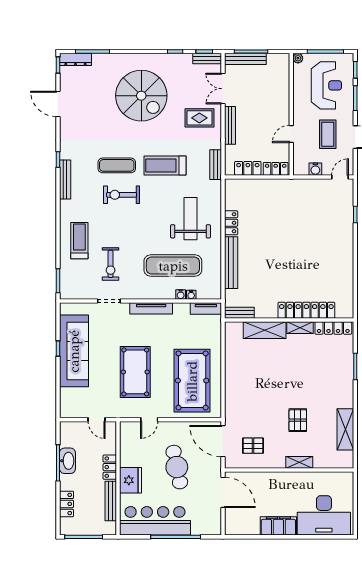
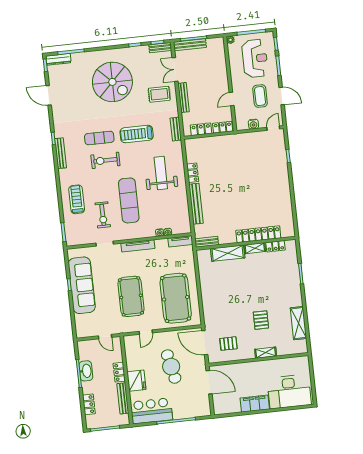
exercise mat: (173, 266) -> (129, 200), moved, turned 90
locker: (333, 328) -> (276, 246), width x0.66
bar counter: (155, 521) -> (151, 411), width x0.73

